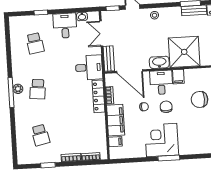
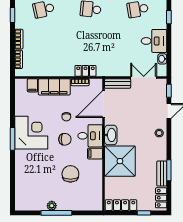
desk: (89, 67) -> (110, 63), removed
locker: (98, 96) -> (85, 71), width x0.66

